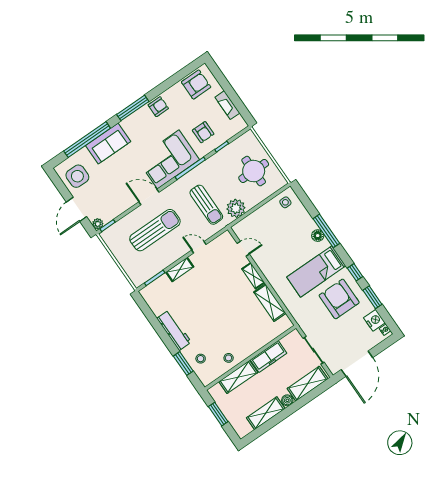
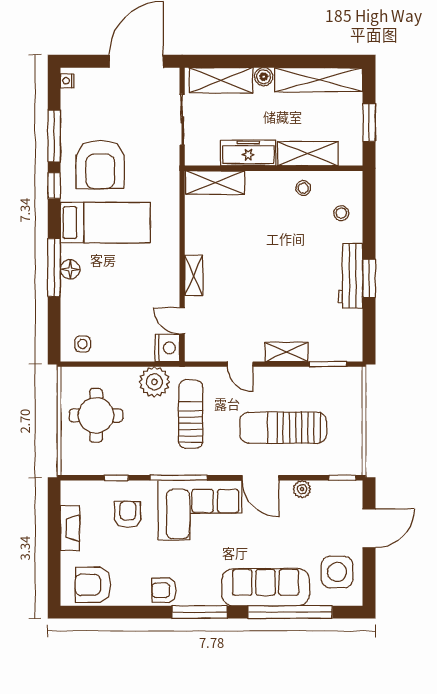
sofa: (108, 144) -> (266, 587), width x1.36
plant: (98, 224) -> (302, 489), moved
window: (372, 297) -> (54, 136), width x1.44
shelving: (270, 303) -> (215, 183), moved, turned 90
nightstand: (374, 320) -> (167, 348), moved, turned 180
window: (183, 364) -> (369, 279), moved
shelving: (266, 413) -> (319, 80), width x1.47

